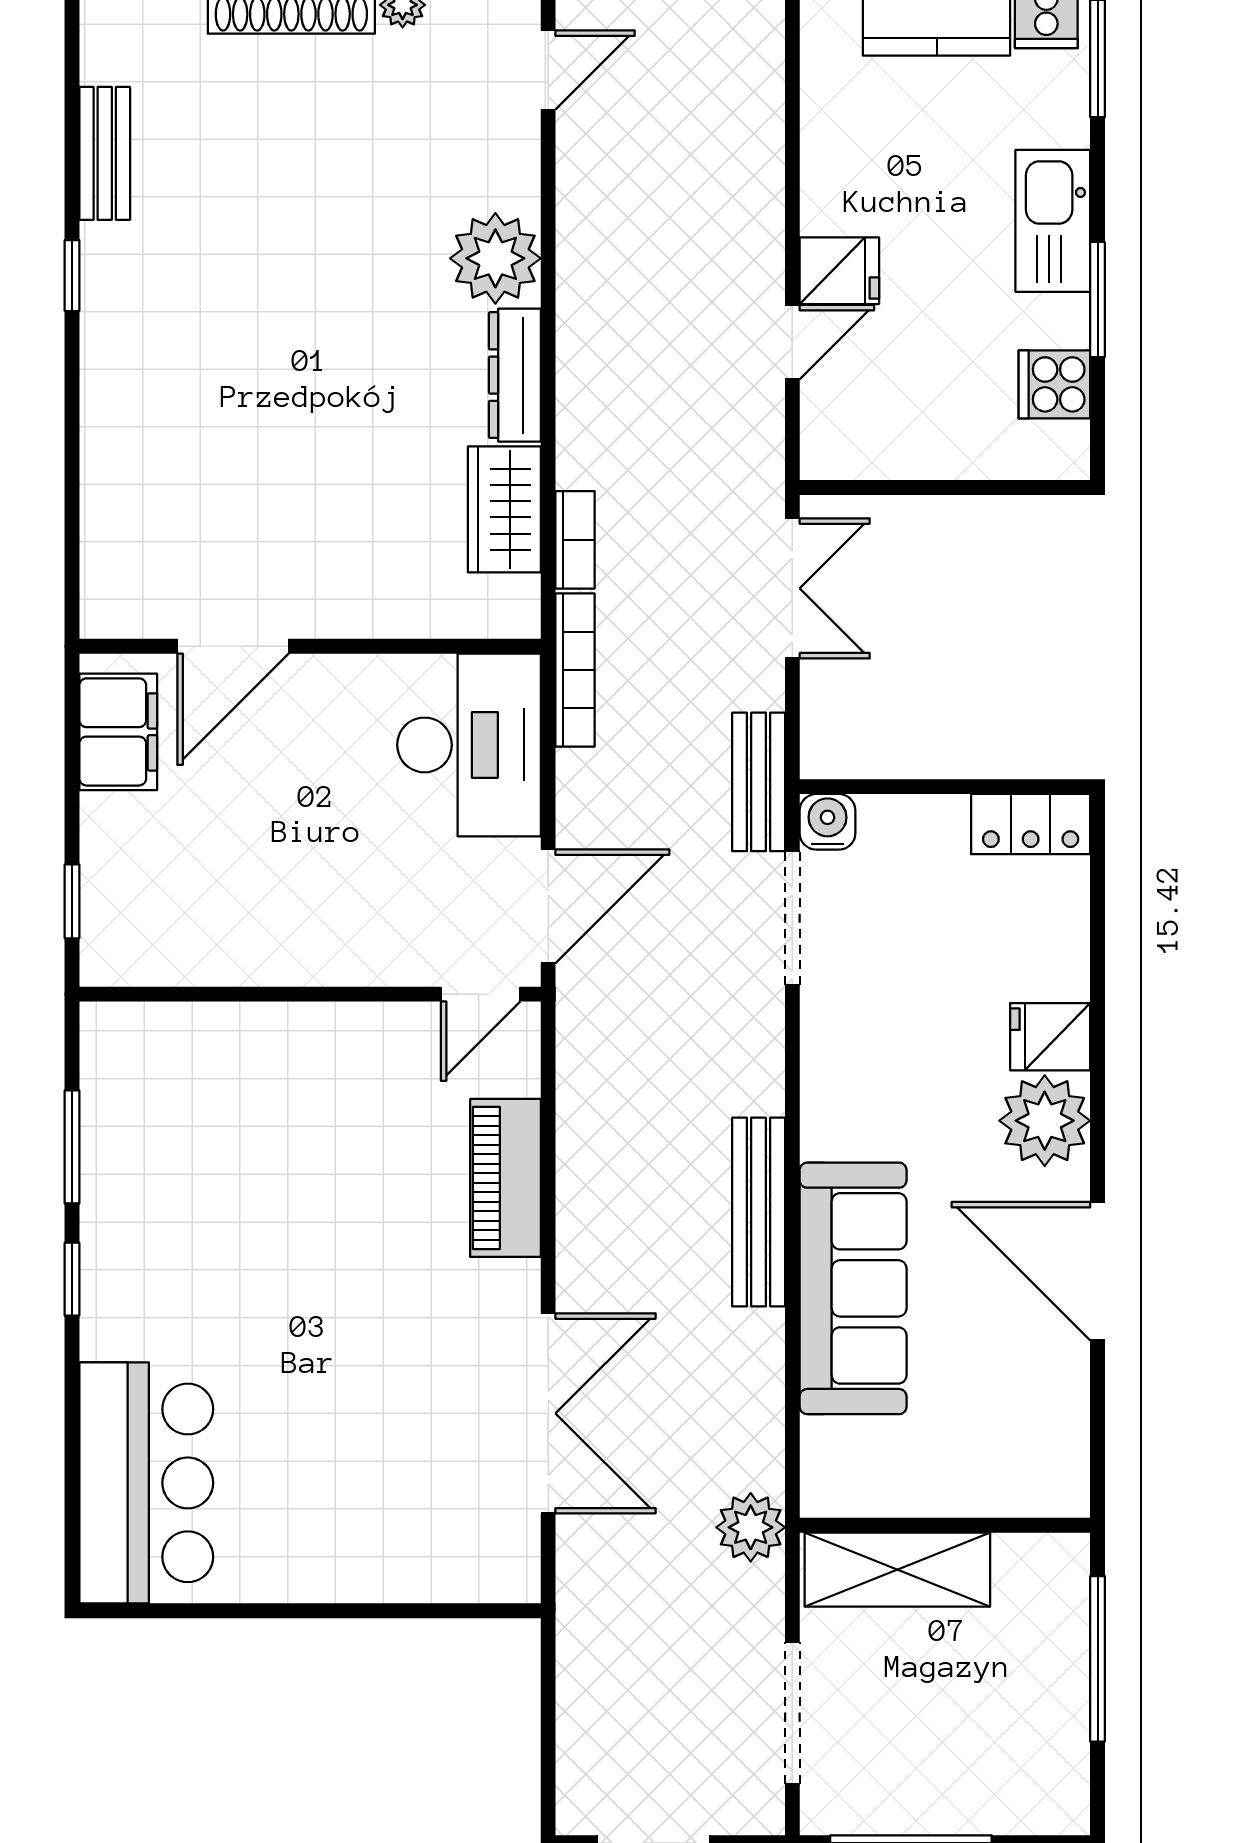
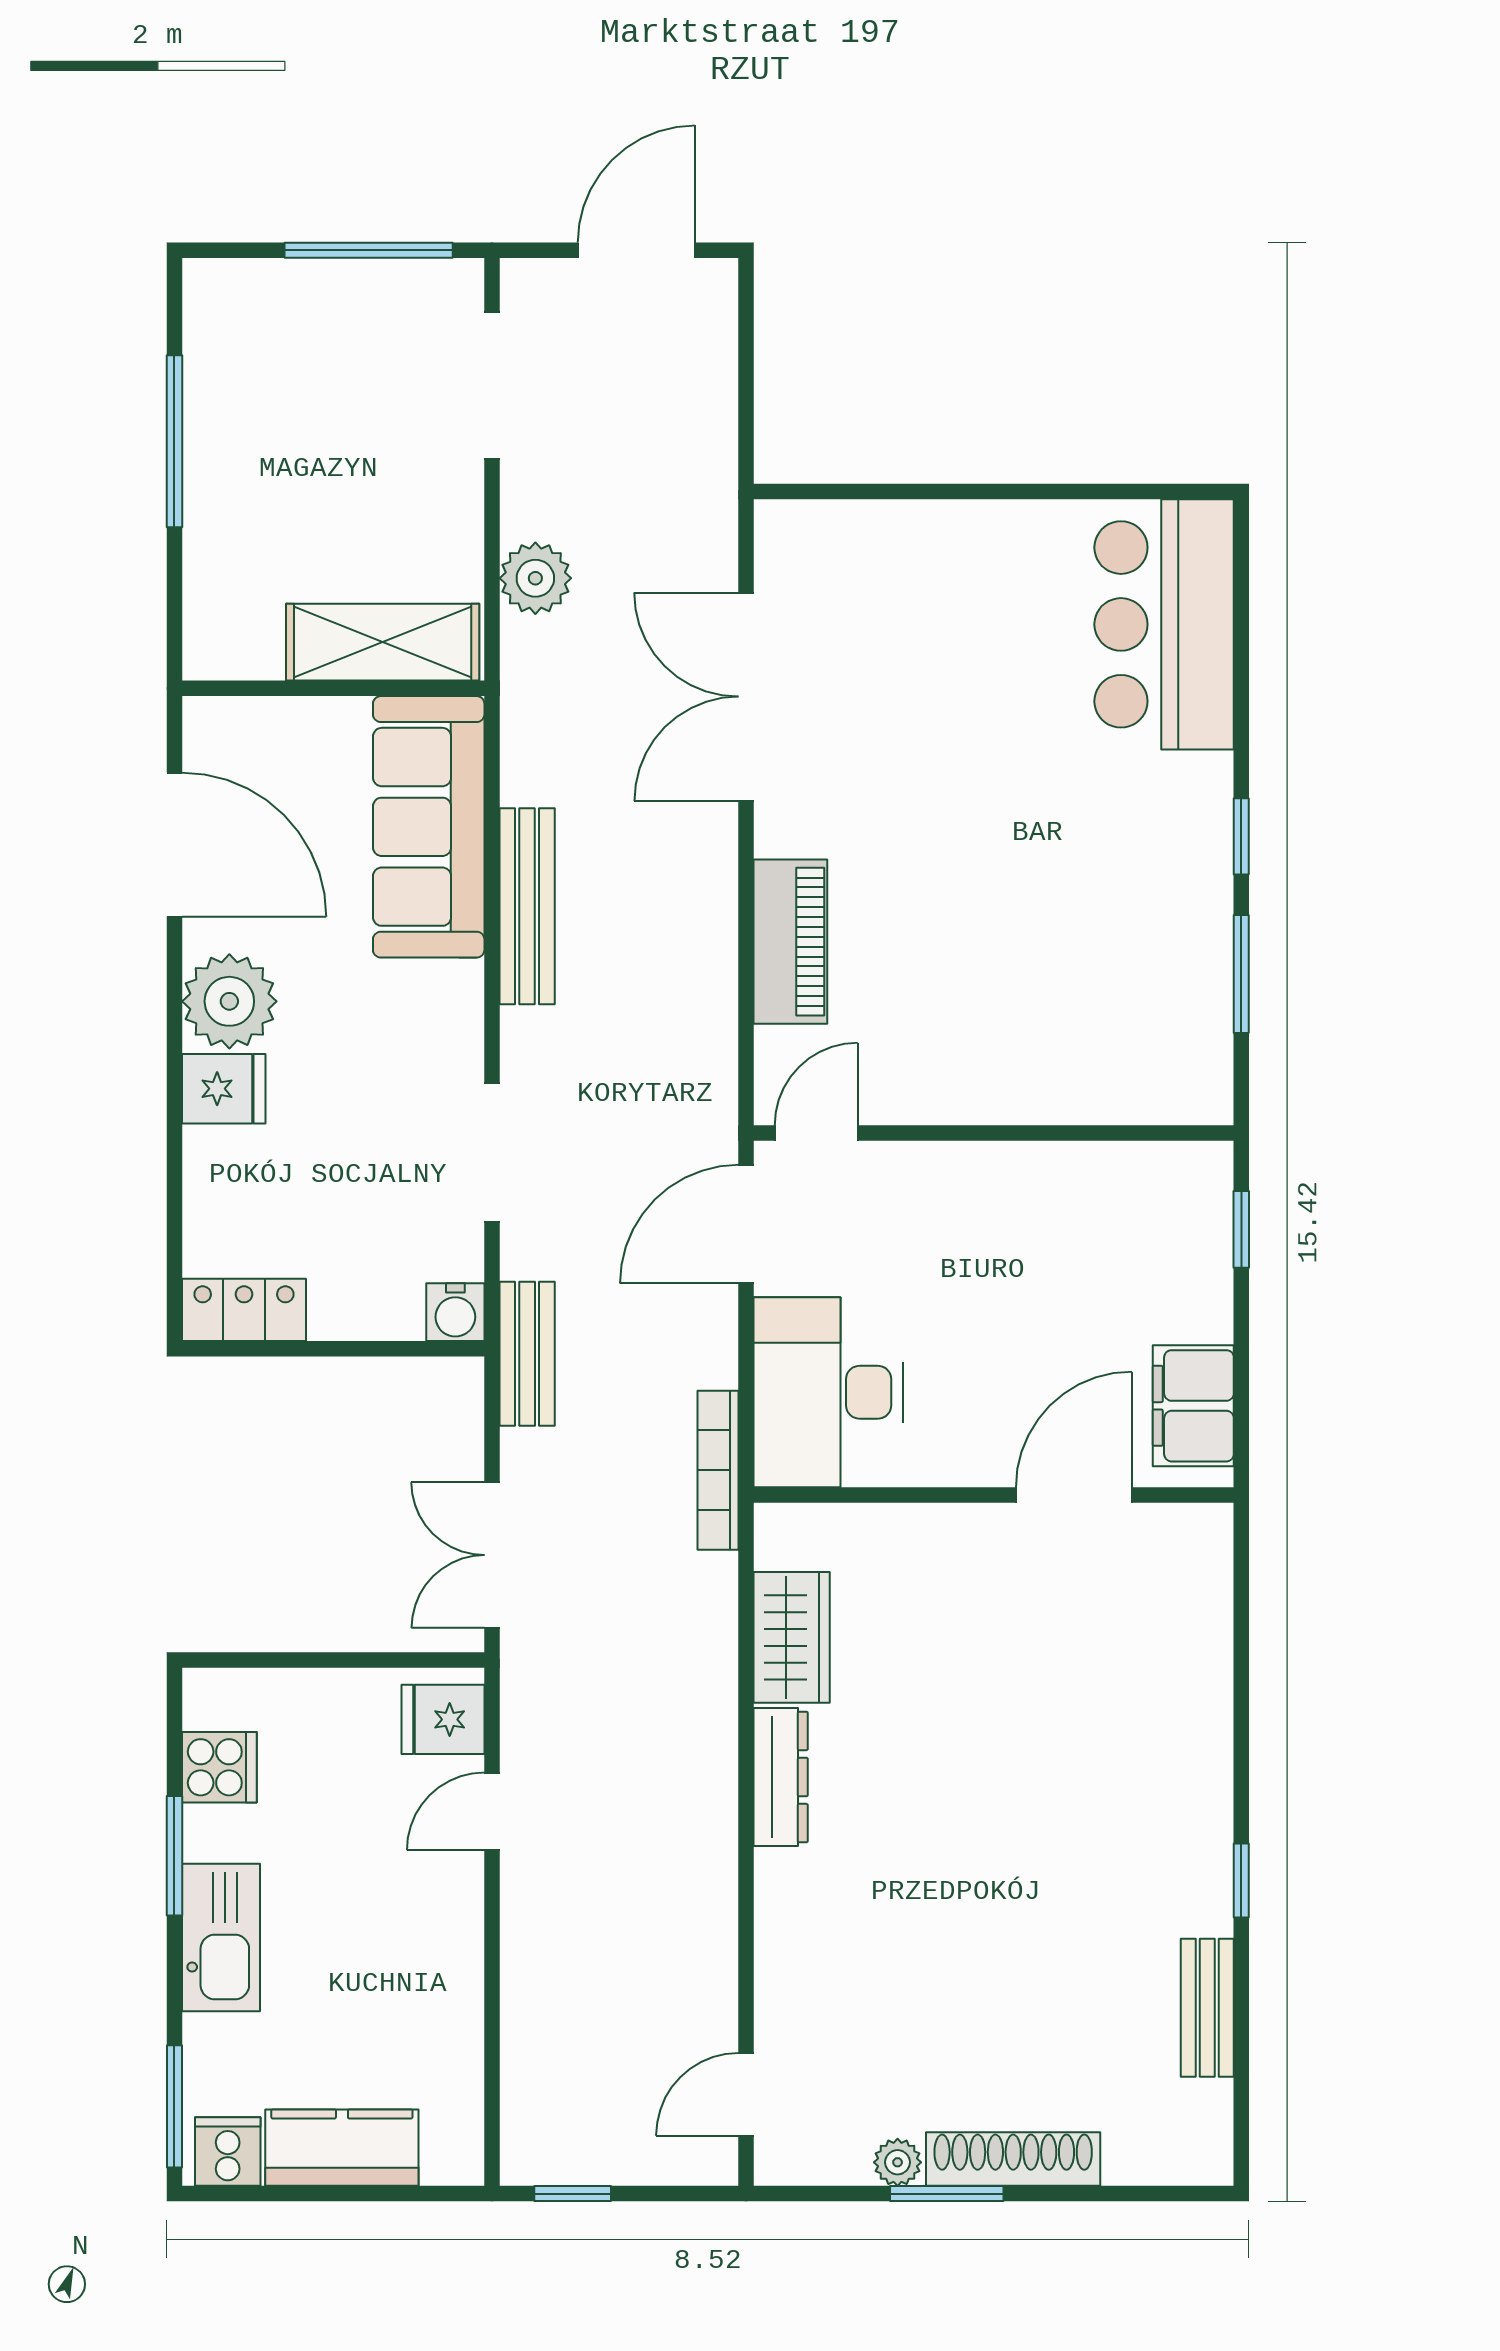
plant: (495, 258) -> (801, 1898), removed
fridge: (839, 271) -> (443, 1719), moved
bookcase: (575, 540) -> (718, 1606), removed
doorway: (792, 918) -> (492, 1152), moved
wall: (945, 1525) -> (333, 688), moved
shelving: (897, 1570) -> (383, 642), moved

